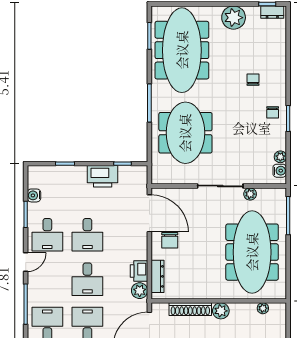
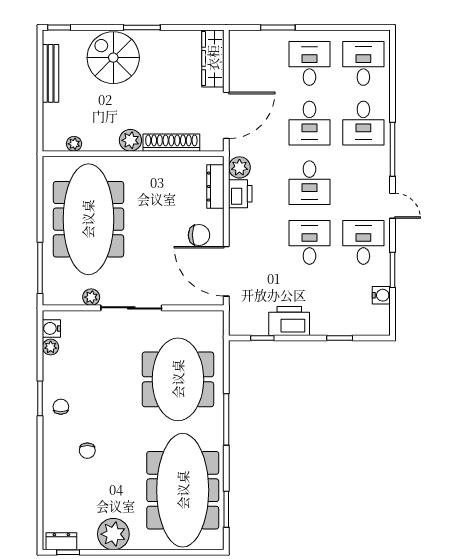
chair: (170, 240) -> (199, 235), turned 90
door: (26, 262) -> (393, 206), swing flipped
desk: (87, 279) -> (309, 183), turned 180

